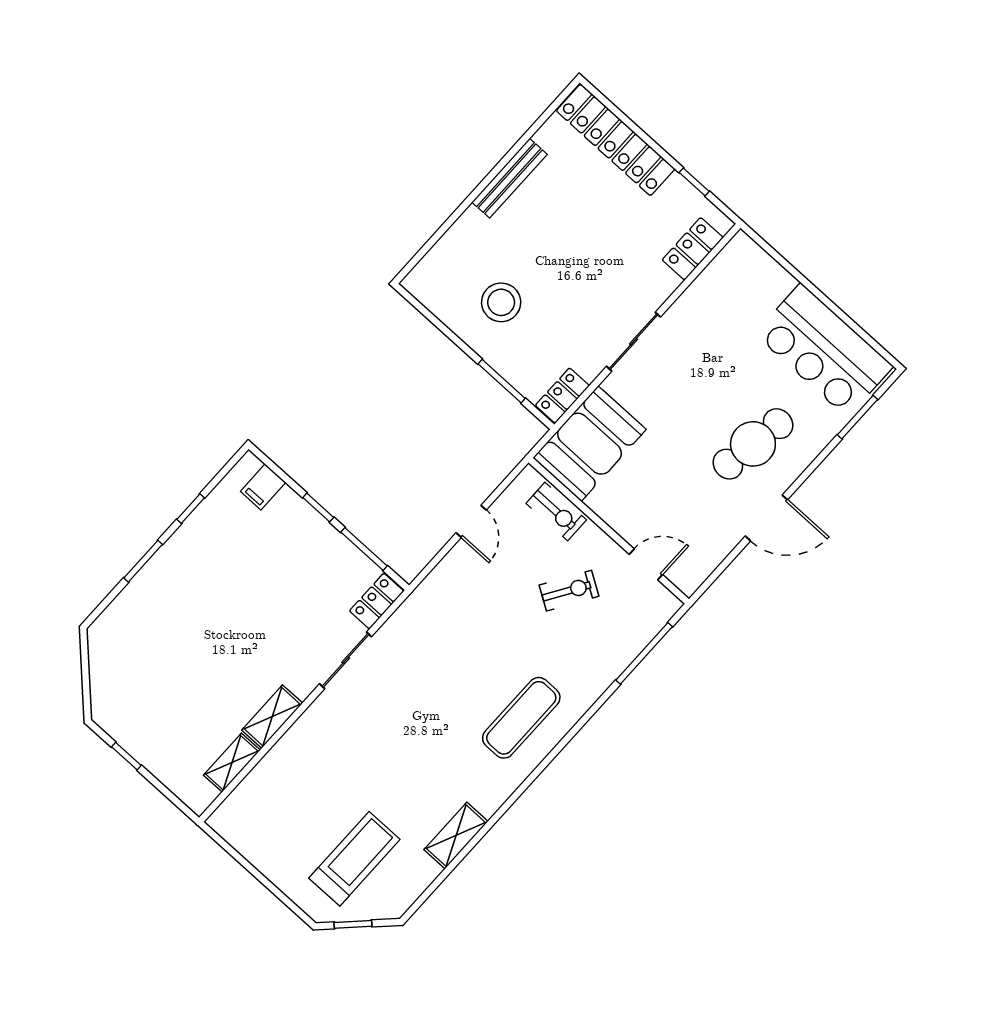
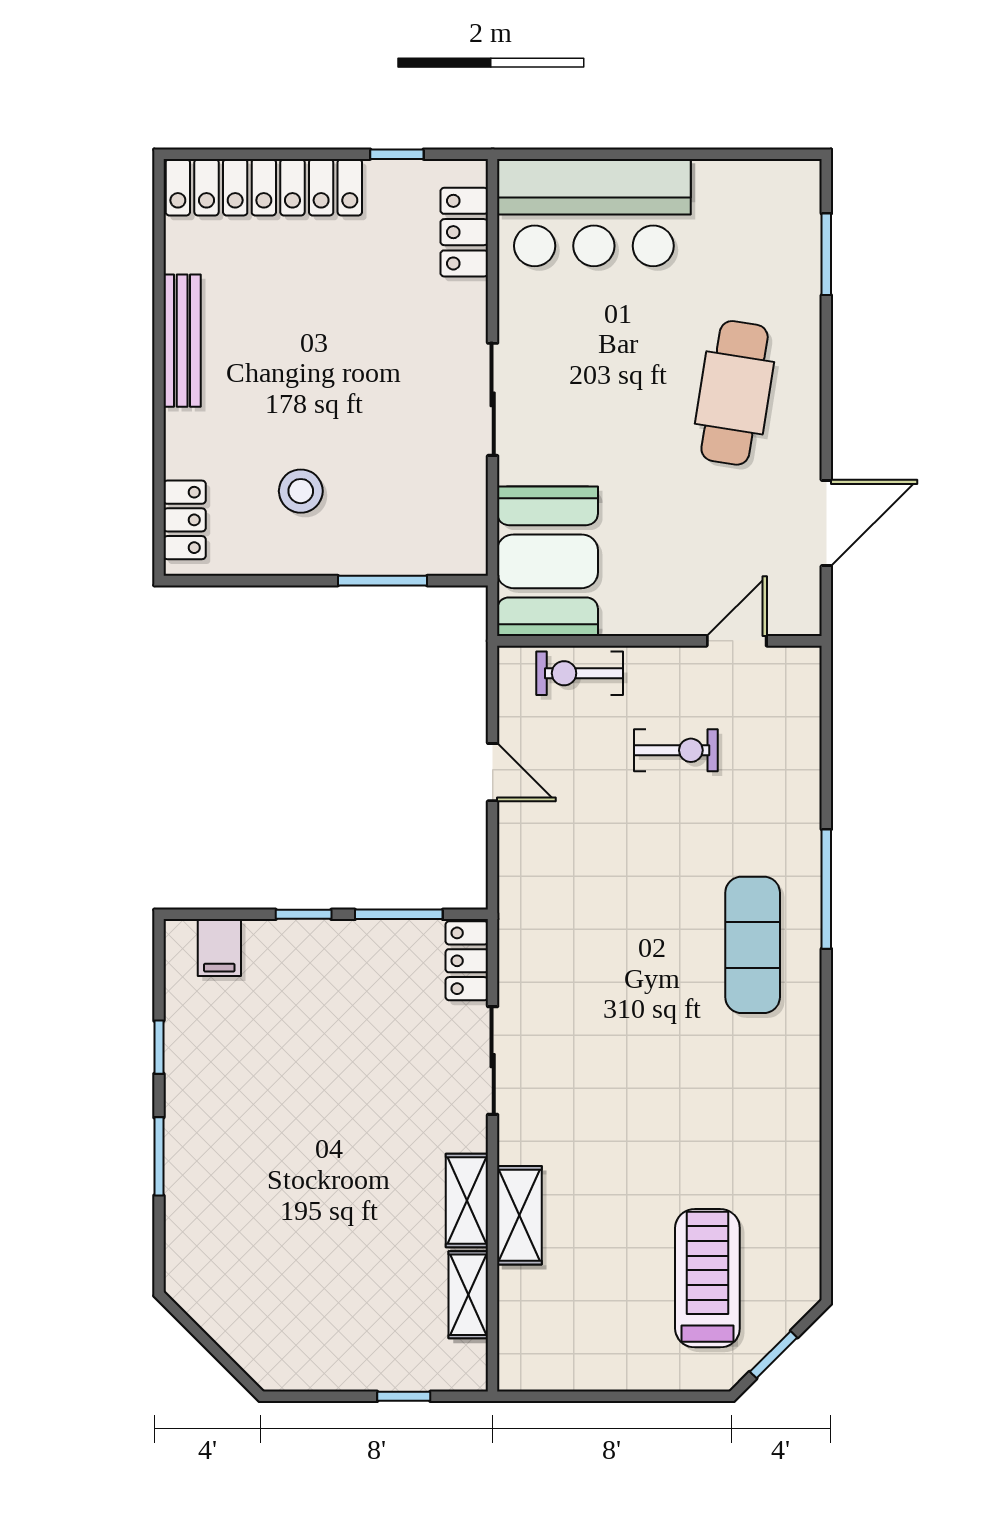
stool: (501, 302) -> (301, 491), width x0.73, depth x0.73
bar counter: (824, 350) -> (594, 213), moved
locker: (562, 396) -> (185, 520), moved, turned 180
exercise bike: (556, 512) -> (580, 673), turned 180
door: (766, 518) -> (826, 523), moved
exercise bike: (569, 591) -> (676, 750), turned 58
window: (644, 653) -> (826, 889), moved
window: (126, 756) -> (404, 1396), moved
shelving: (456, 835) -> (519, 1215), moved

